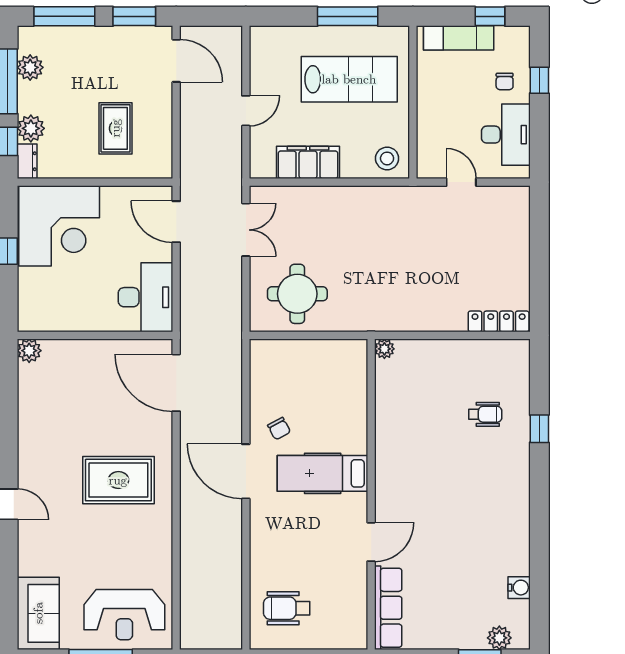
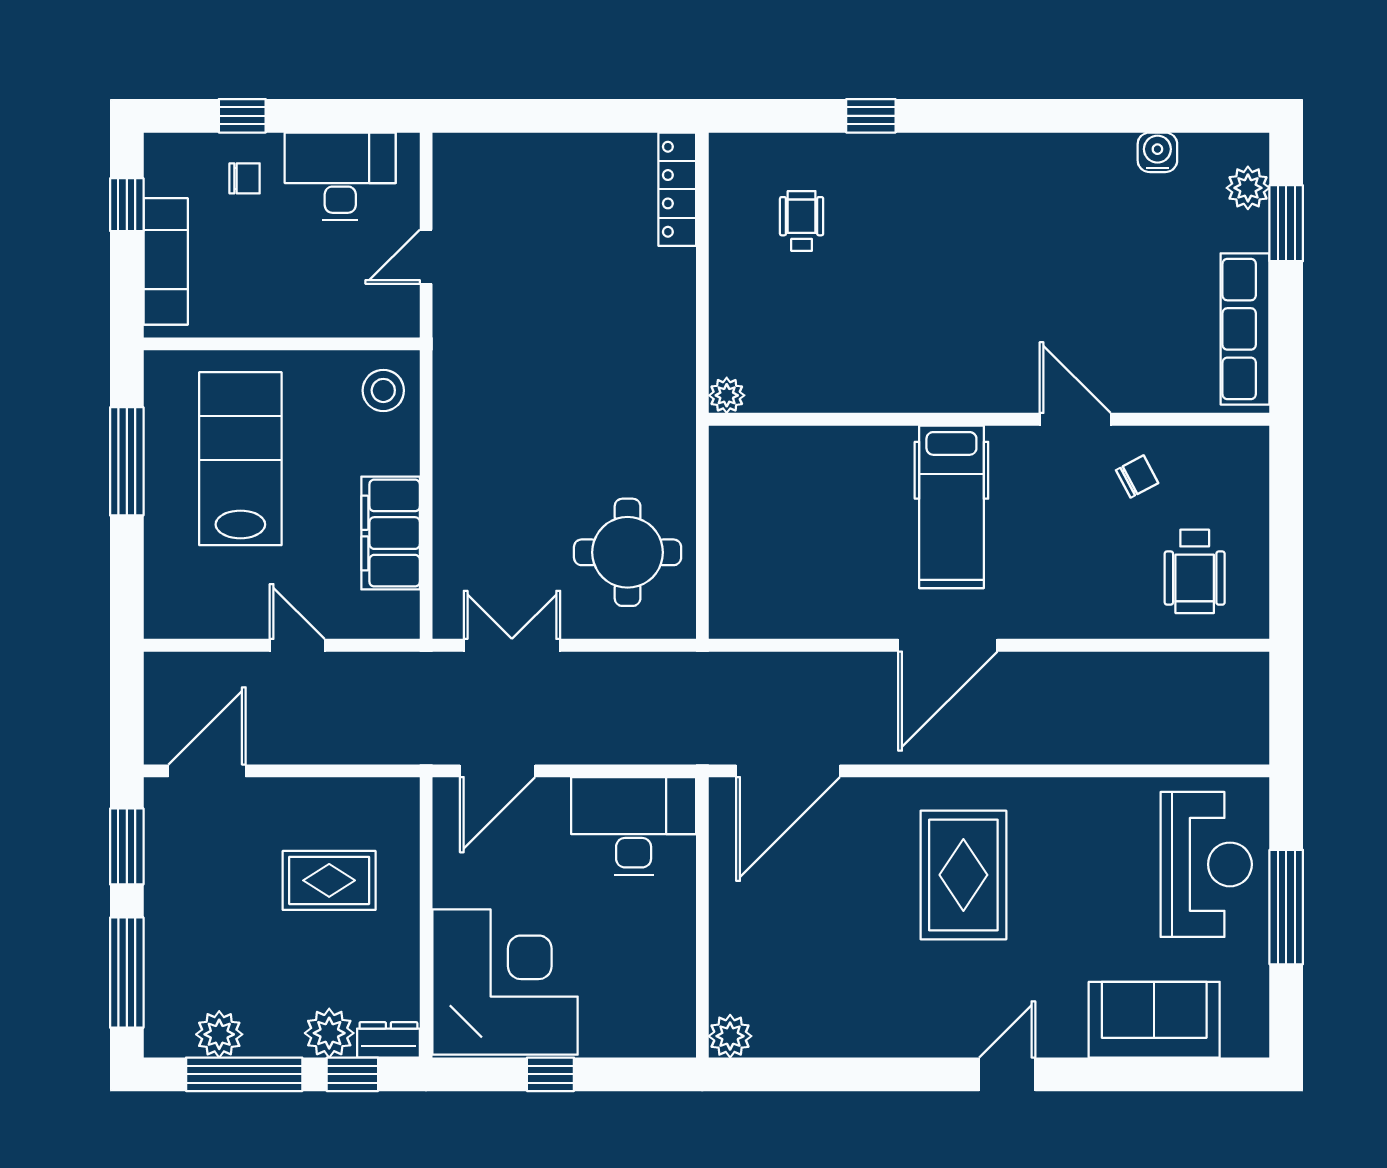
wheelchair: (485, 414) -> (802, 221), moved
chair: (279, 429) -> (1137, 477), moved
row of seats: (388, 608) -> (1245, 329), moved, turned -90
sofa: (38, 613) -> (1154, 1020), moved

